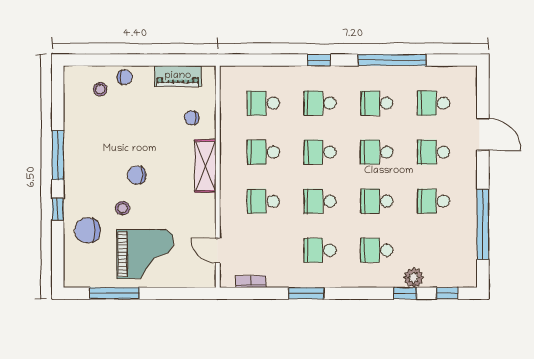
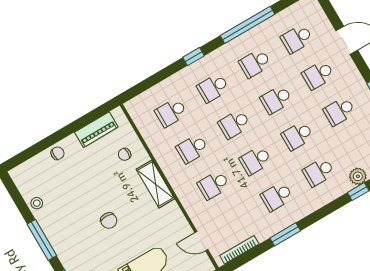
stool: (100, 89) -> (37, 203), moved
chair: (137, 175) -> (109, 221), turned -90
stool: (123, 208) -> (113, 251), removed
bookcase: (251, 282) -> (239, 250), width x1.56

